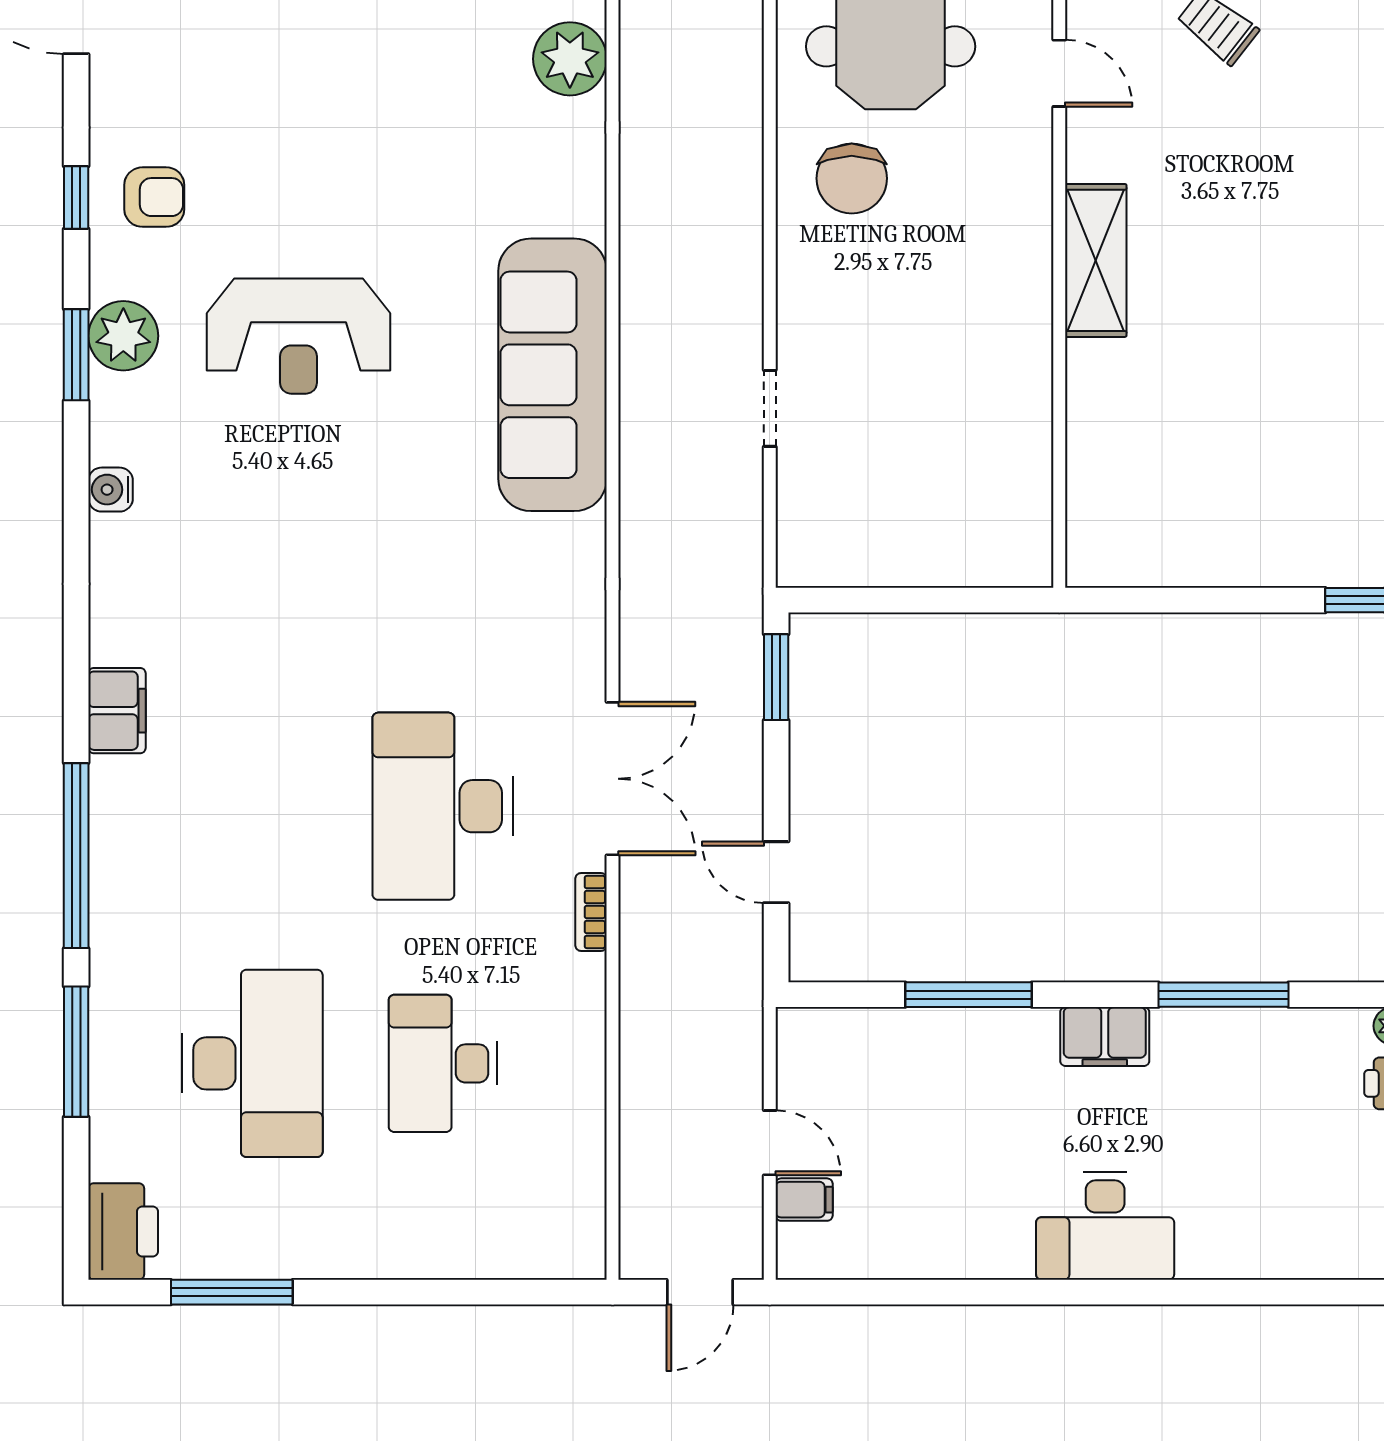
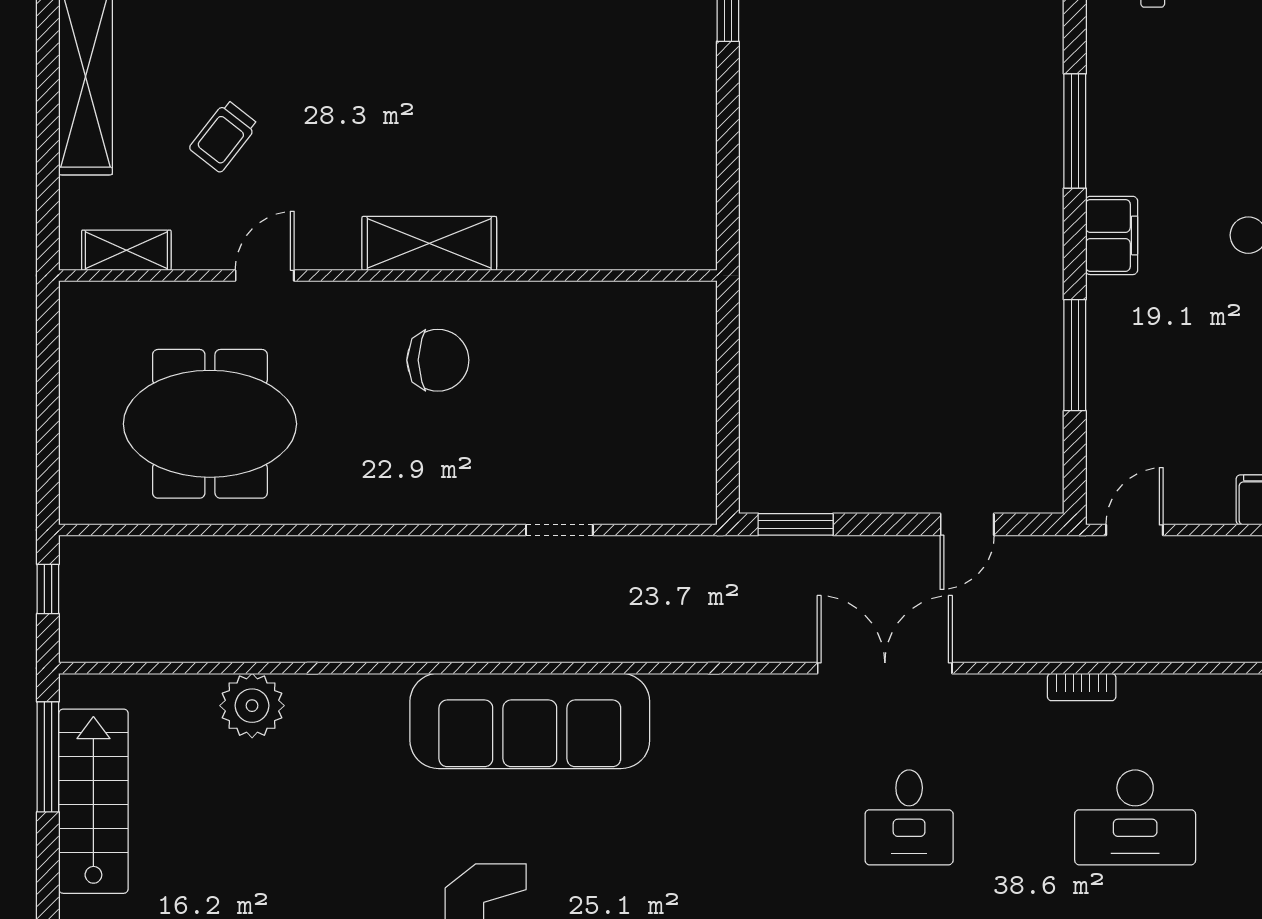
chair: (852, 178) -> (438, 360), moved
desk: (443, 806) -> (909, 817), width x0.53, depth x0.77
bookcase: (591, 912) -> (1082, 687), moved
door: (770, 1143) -> (1135, 530), moved

